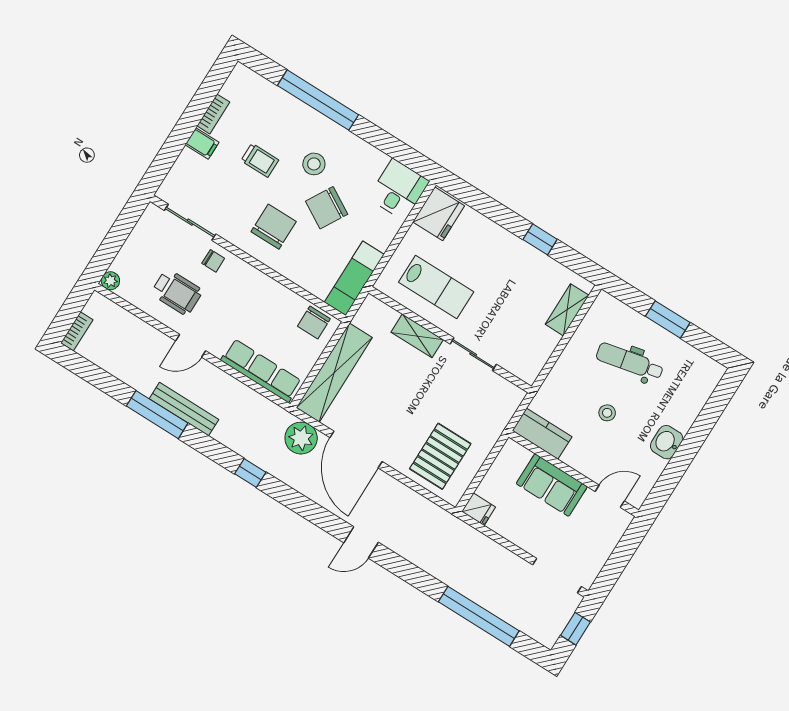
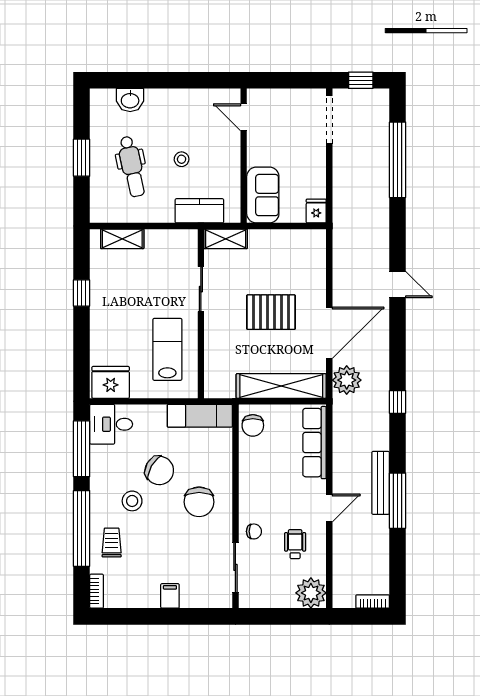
bookcase: (213, 114) -> (97, 591), moved, turned 90
window: (393, 147) -> (82, 449), added
trolley: (260, 160) -> (112, 543), moved
chair: (274, 227) -> (199, 502), turned -90
chair: (213, 261) -> (254, 531), turned 90
plant: (110, 281) -> (311, 593), width x1.87, depth x1.87
wheelchair: (177, 292) -> (295, 544), width x0.73, depth x0.73
chair: (314, 323) -> (253, 425), turned 90
shelving: (417, 336) -> (226, 239), moved, turned 90
door: (191, 346) -> (329, 508), hinge flipped
kitchen counter: (542, 434) -> (199, 211), moved, turned 90
washbasin: (667, 442) -> (130, 100), moved
pallet: (440, 456) -> (271, 312), moved
sofa: (552, 485) -> (263, 195), moved

